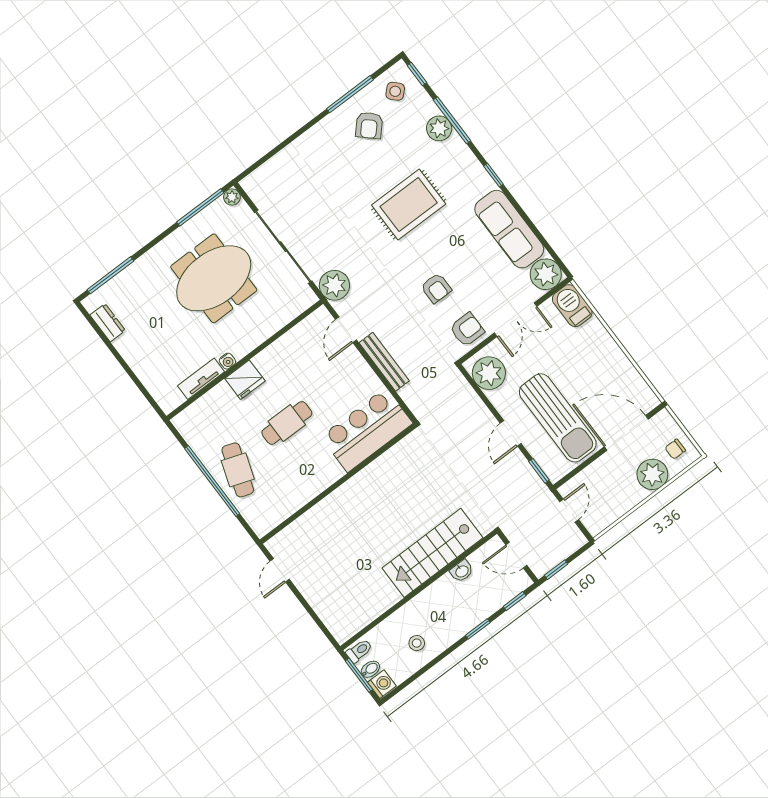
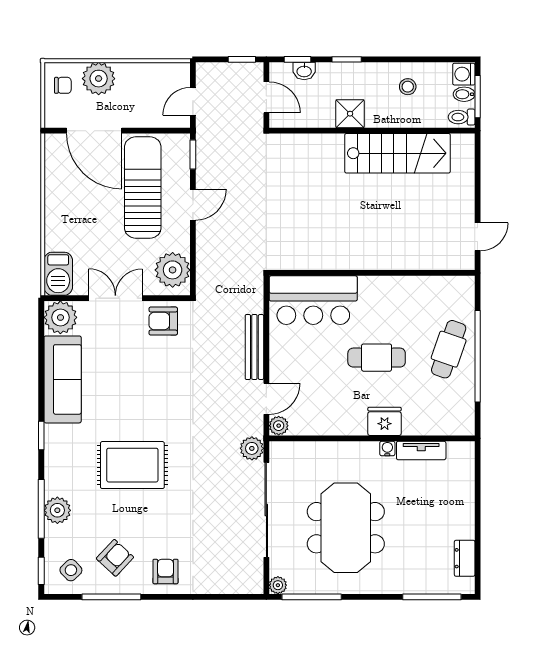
meeting table: (214, 278) -> (346, 528), turned 90
plant: (334, 285) -> (252, 448), width x0.73, depth x0.73
armchair: (436, 288) -> (165, 571), moved
plant: (322, 317) -> (279, 426), added
stairs: (433, 553) -> (397, 153), moved
washbasin: (462, 571) -> (304, 71), moved, turned 180
shower: (445, 590) -> (350, 114), added

